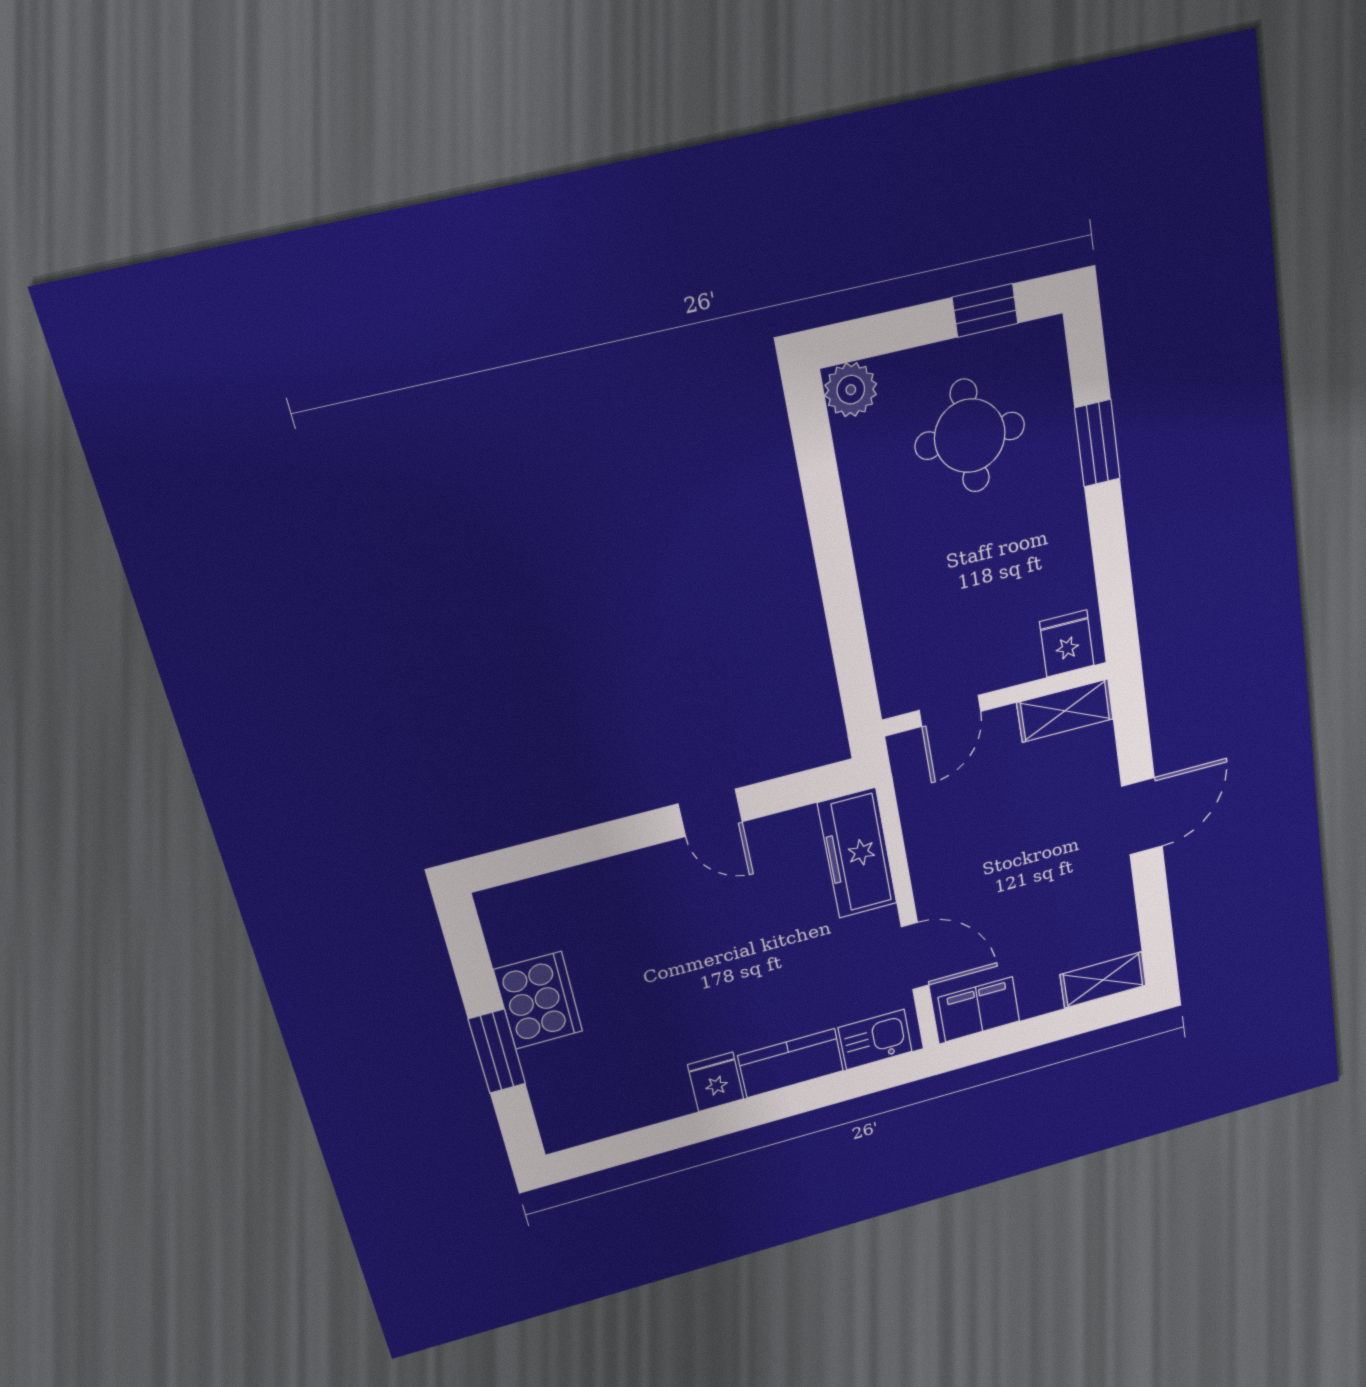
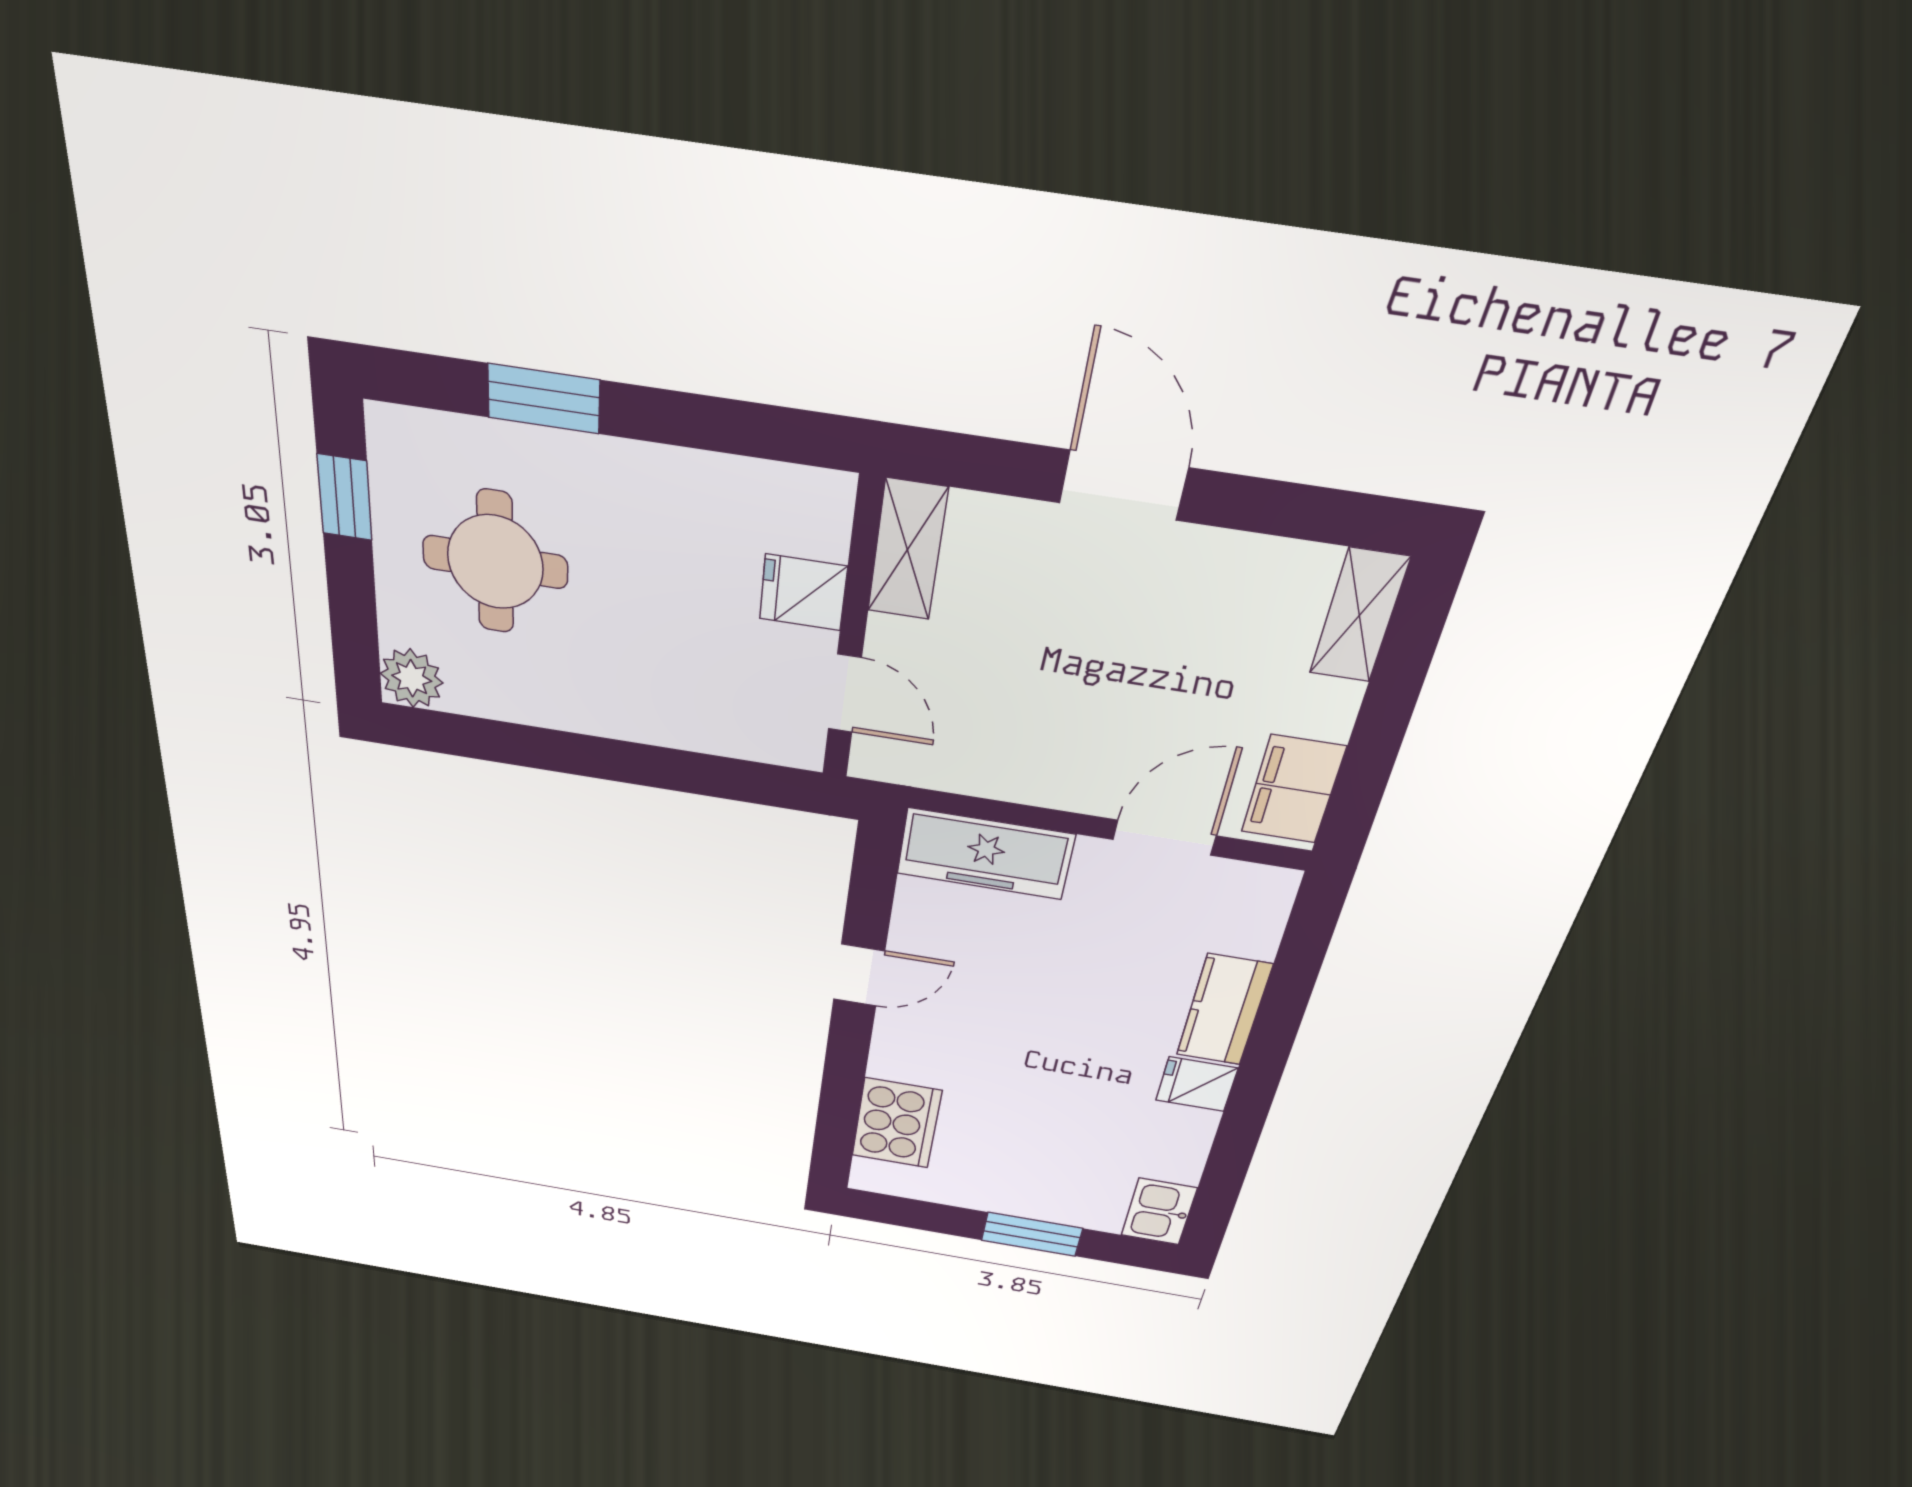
fridge: (1067, 644) -> (803, 592), moved
cooker: (538, 1000) -> (897, 1123), moved, turned 90
kitchen sink: (875, 1039) -> (1159, 1212), moved

